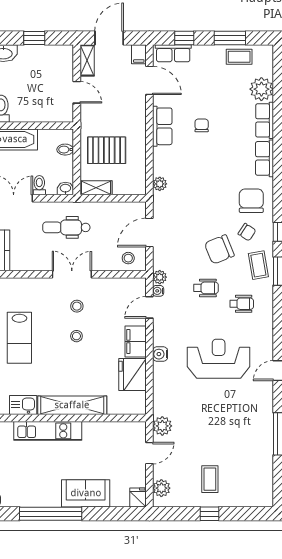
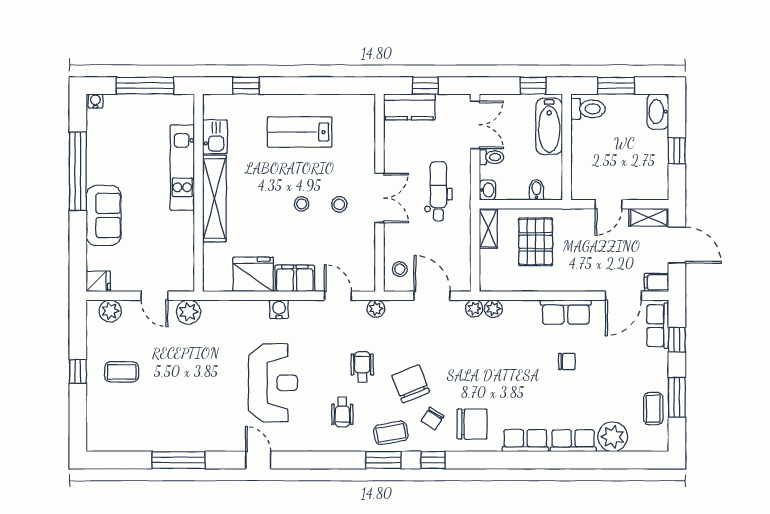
plant: (160, 199) -> (474, 308), added
wheelchair: (206, 288) -> (362, 367), turned 180
water cooler: (158, 291) -> (359, 307), removed

